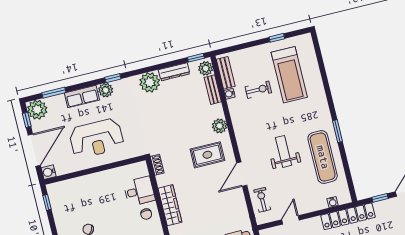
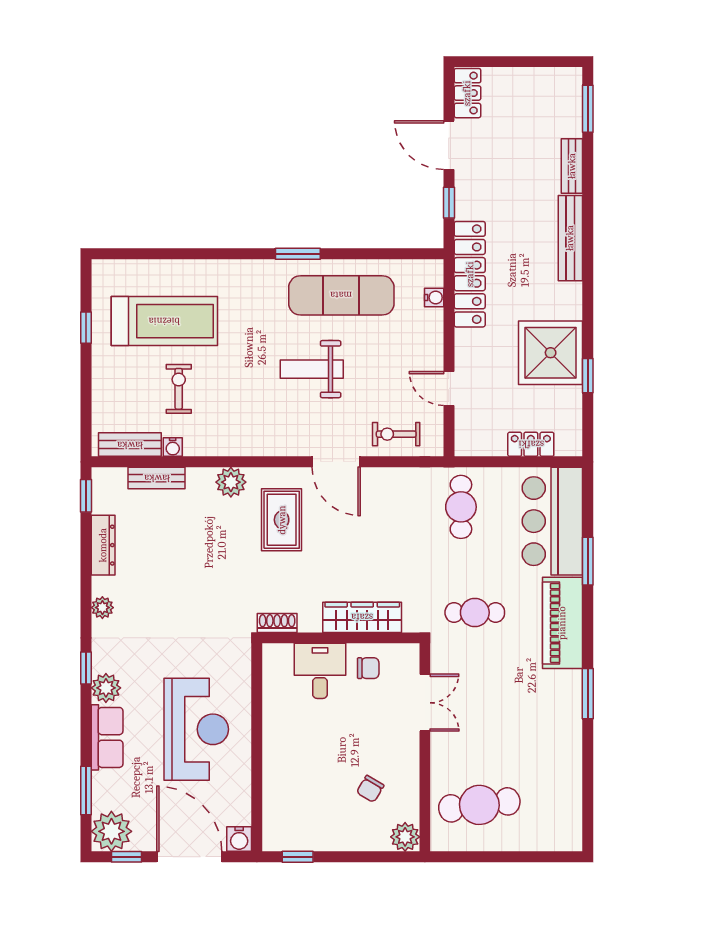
plant: (206, 68) -> (112, 482), removed
plant: (150, 82) -> (102, 608), width x0.53, depth x0.53

